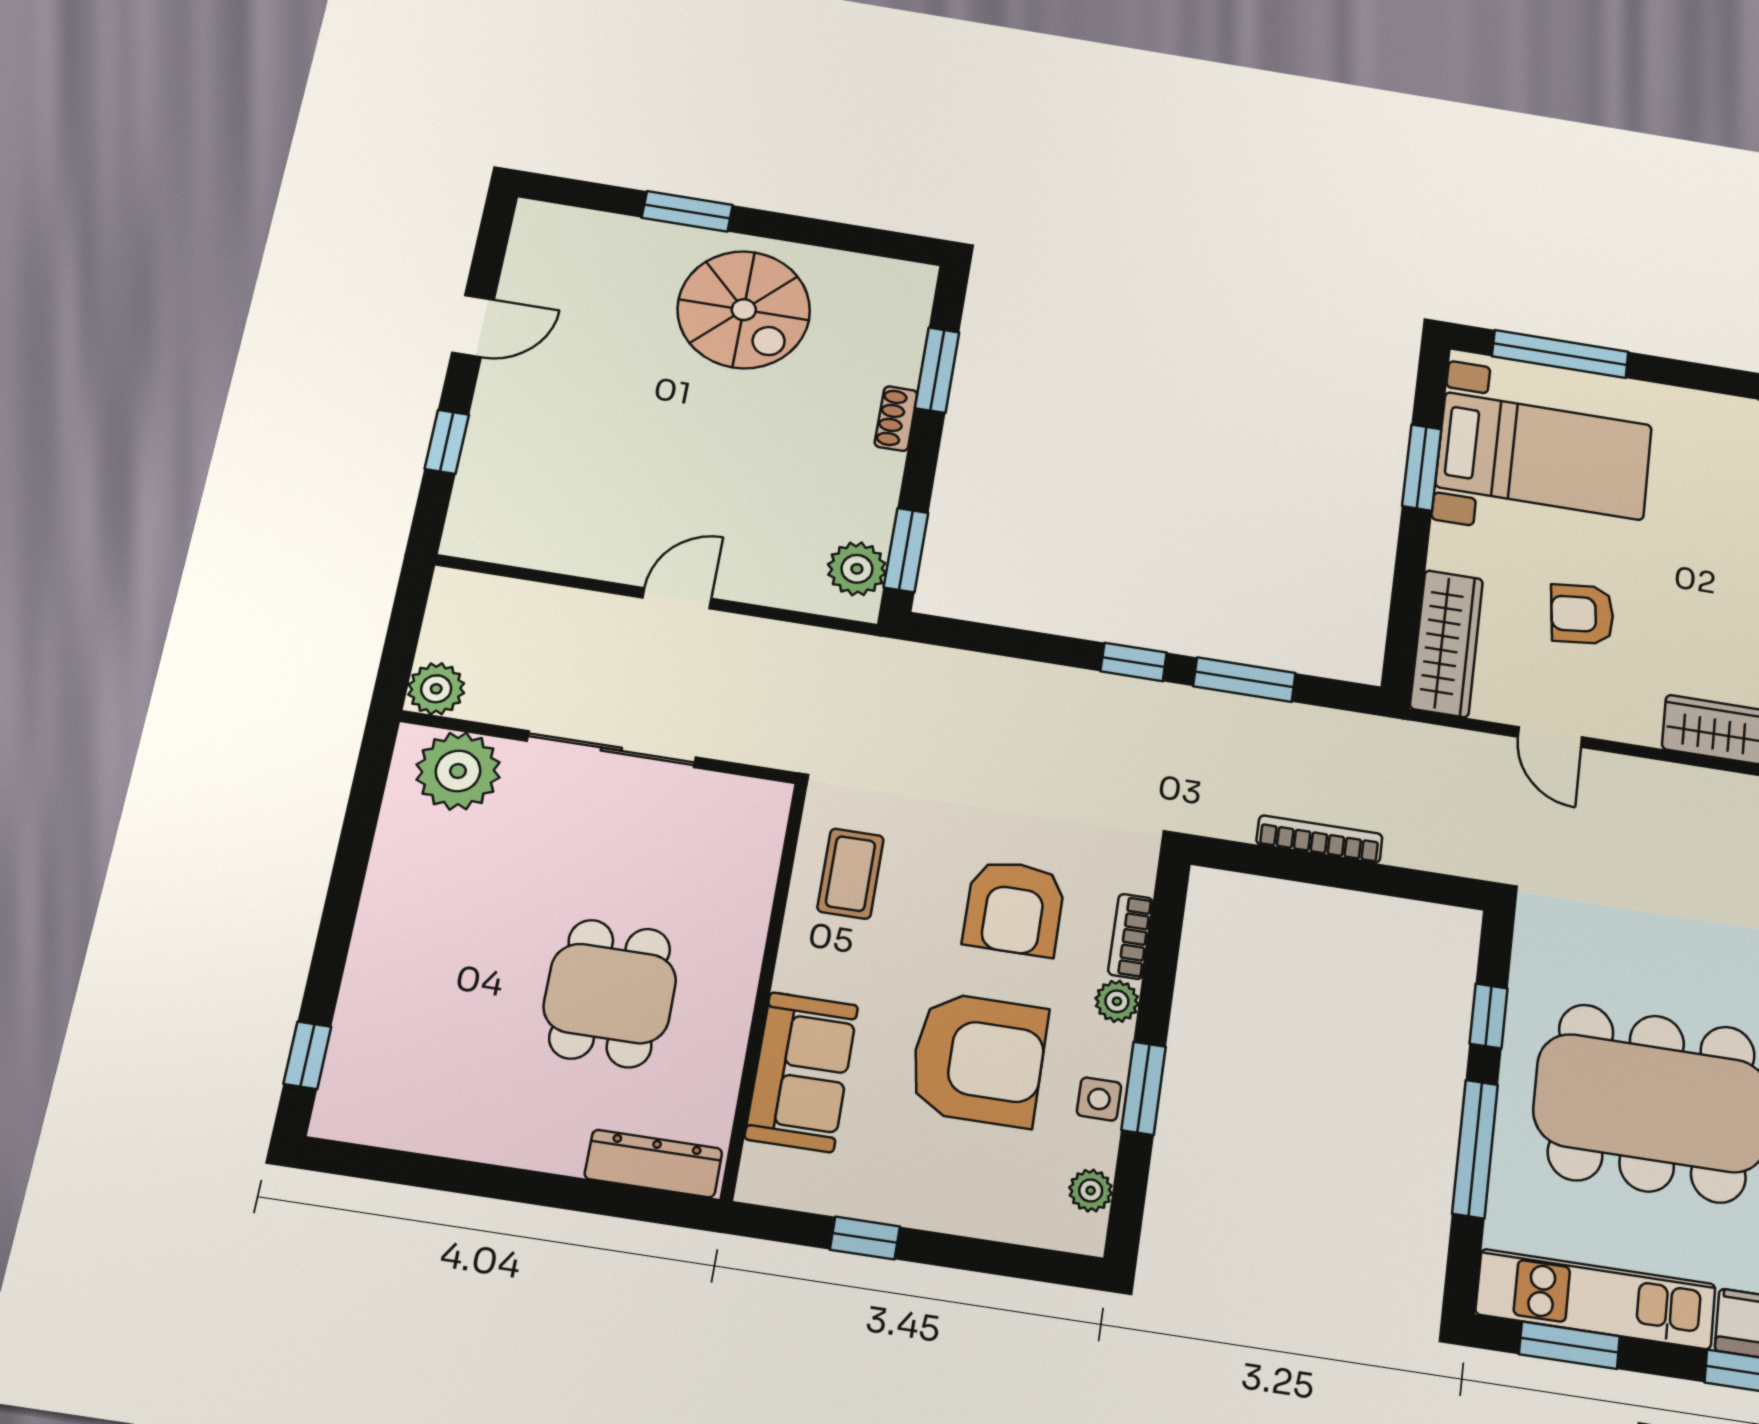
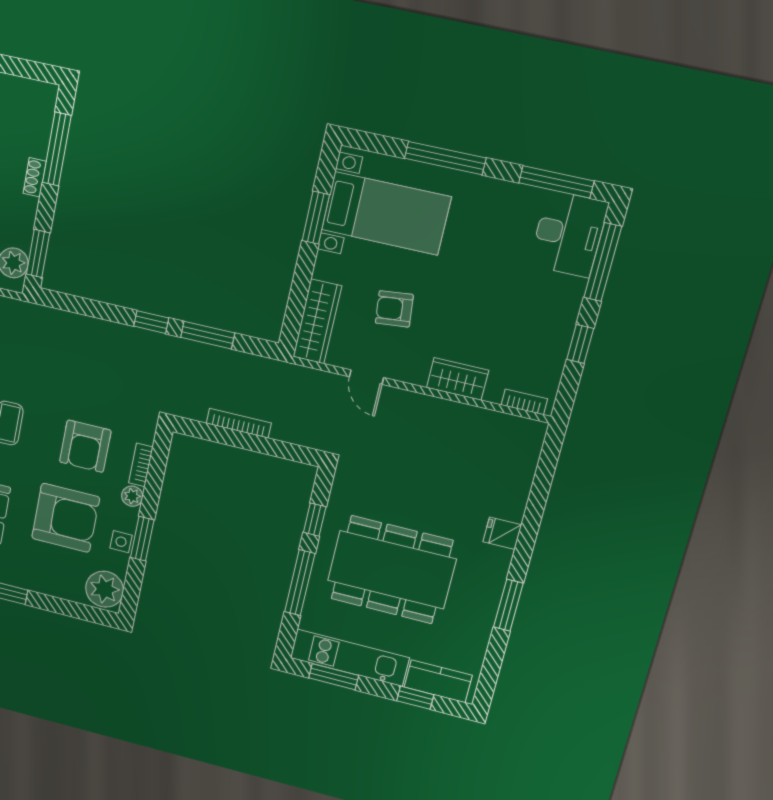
window: (1560, 354) -> (445, 158), moved
window: (937, 370) -> (57, 149), width x1.44
plant: (1091, 1191) -> (105, 589), width x1.87, depth x1.87

